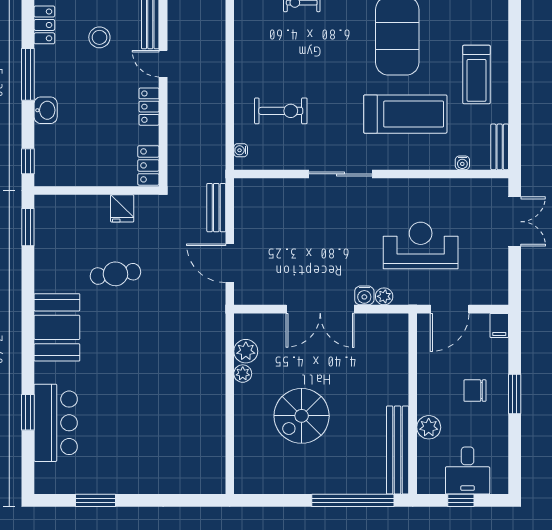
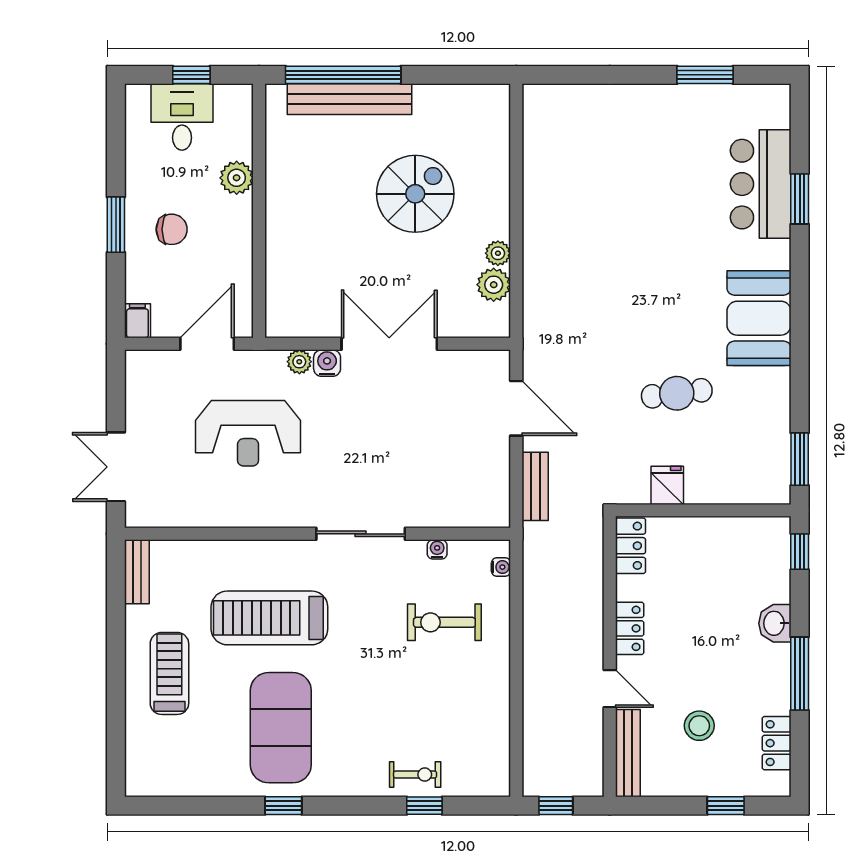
water cooler: (462, 163) -> (437, 549), moved
bench: (398, 450) -> (350, 99), moved, turned 90

